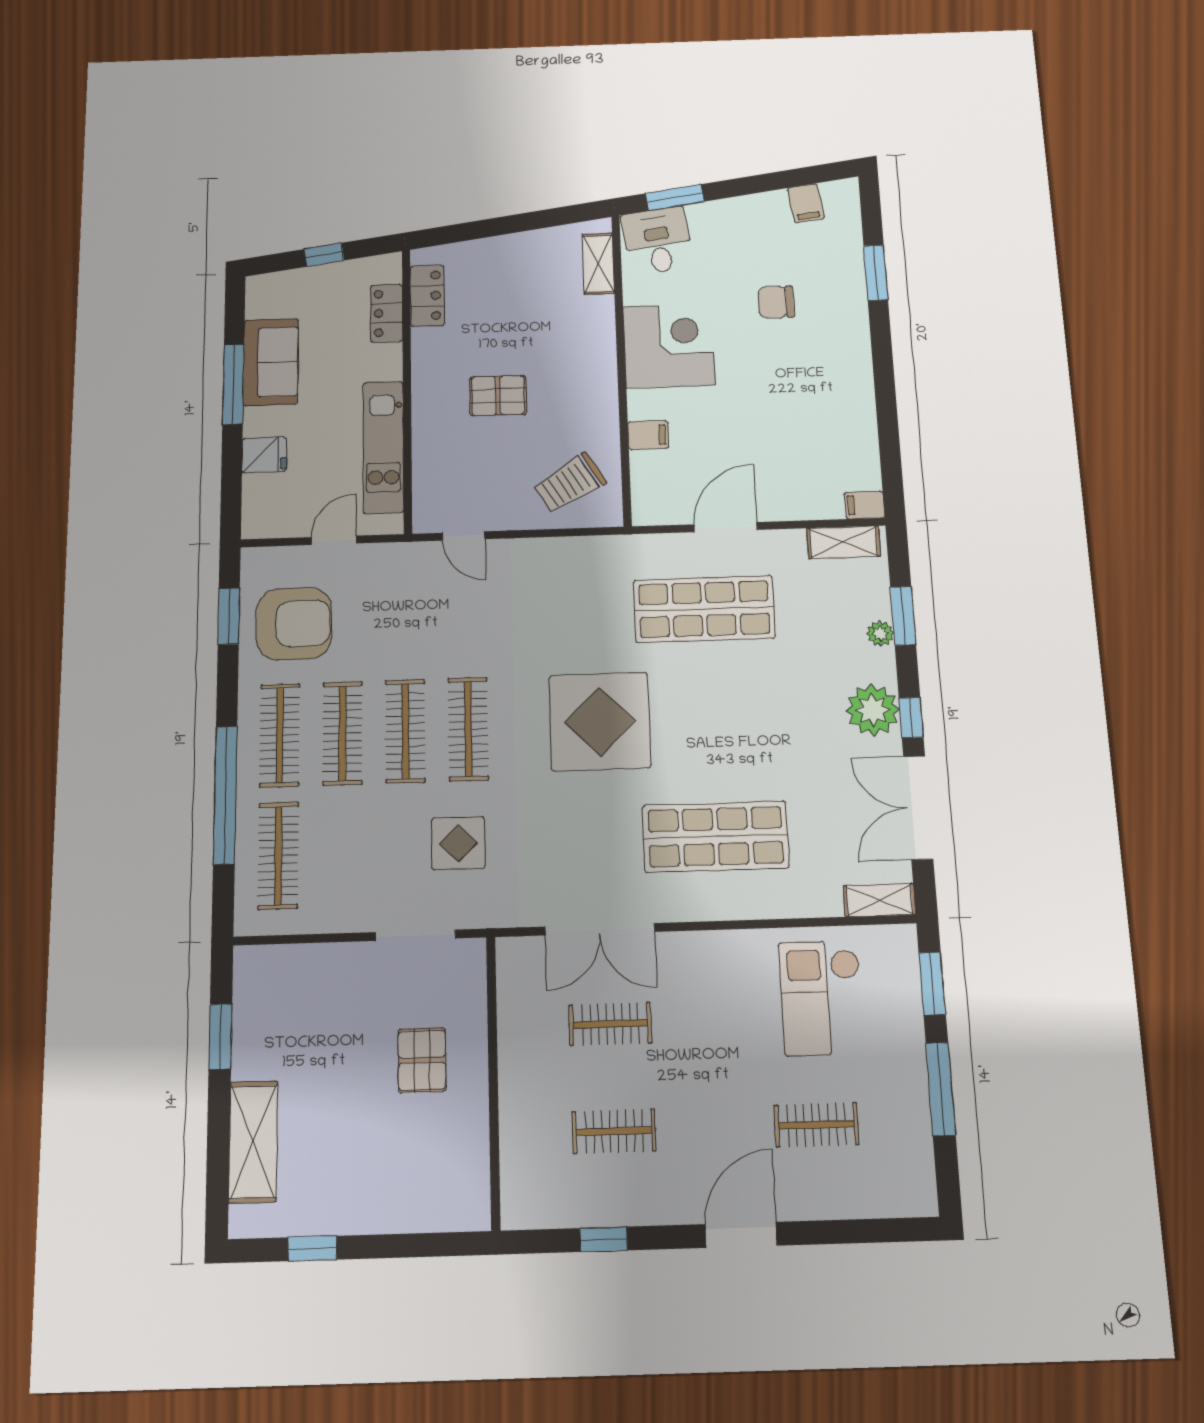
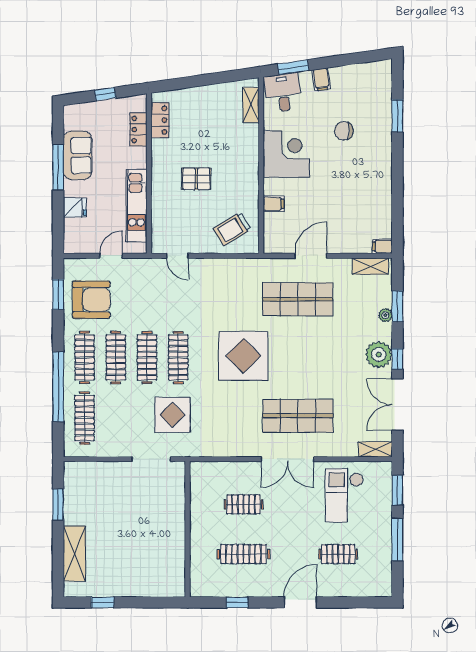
filing cabinet: (806, 203) -> (321, 79), moved
display table: (458, 843) -> (172, 415), width x1.36, depth x1.36
double door: (600, 929) -> (287, 459), moved
pallet: (422, 1060) -> (154, 518), removed
clothes rail: (614, 1131) -> (244, 554), width x1.36

